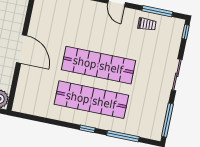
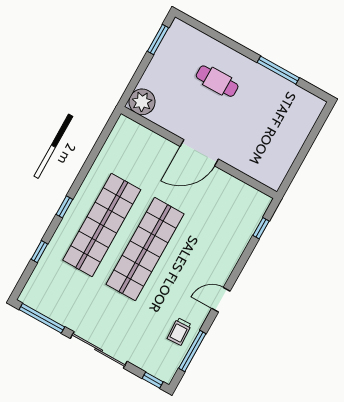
sliding door: (177, 75) -> (99, 350), width x1.37
window: (123, 136) -> (39, 252), width x0.46

